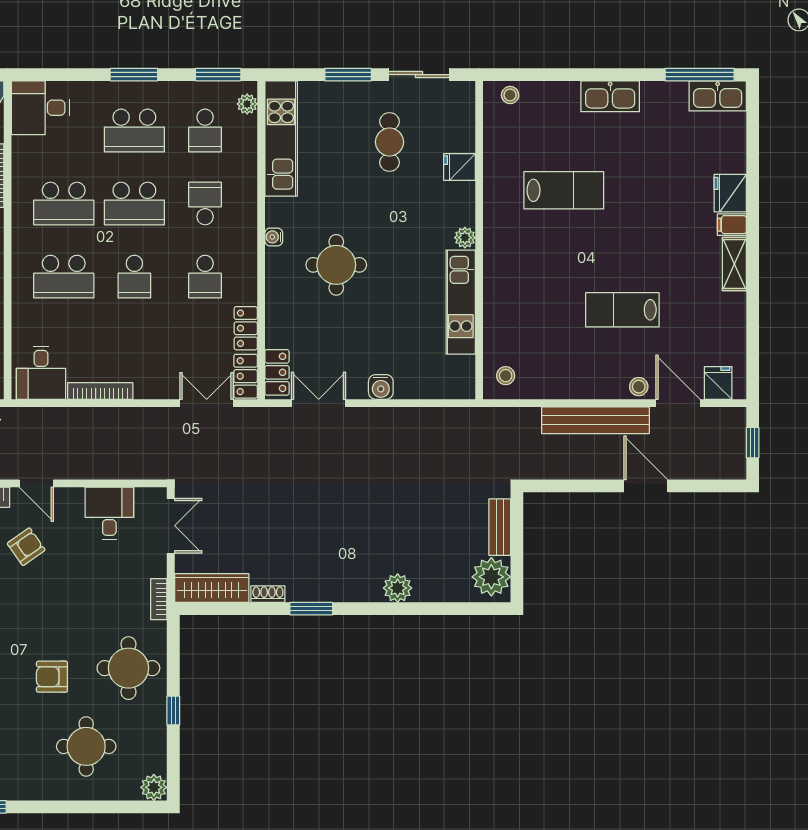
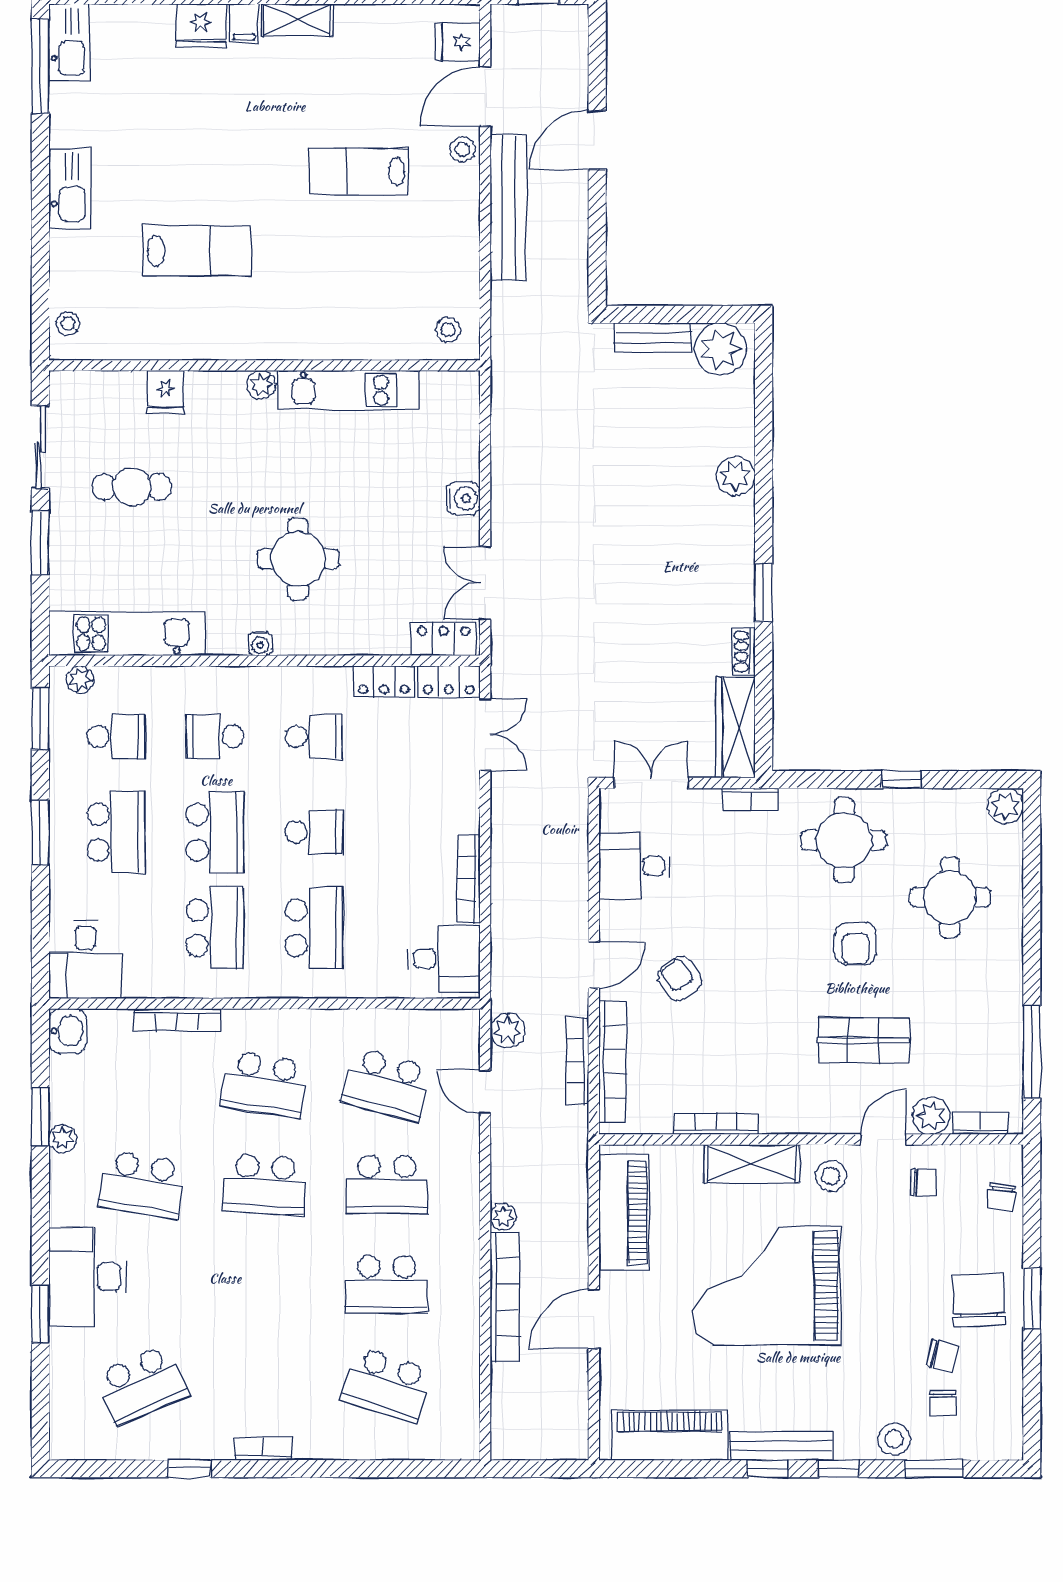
lab bench: (564, 190) -> (197, 251), turned 90
lab bench: (622, 310) -> (359, 172), turned 90
double door: (207, 403) -> (485, 734), swing flipped

